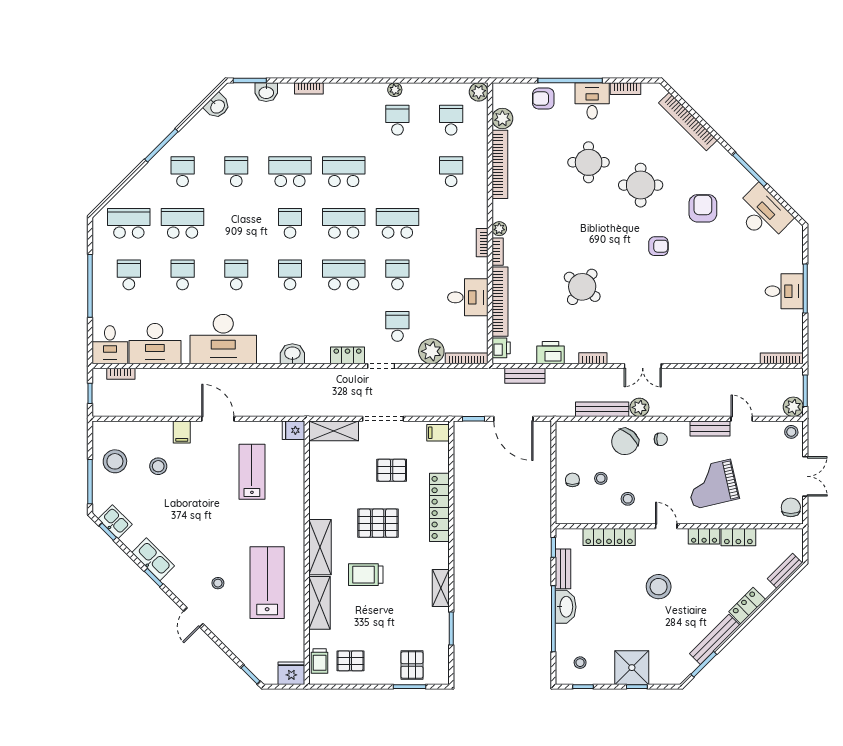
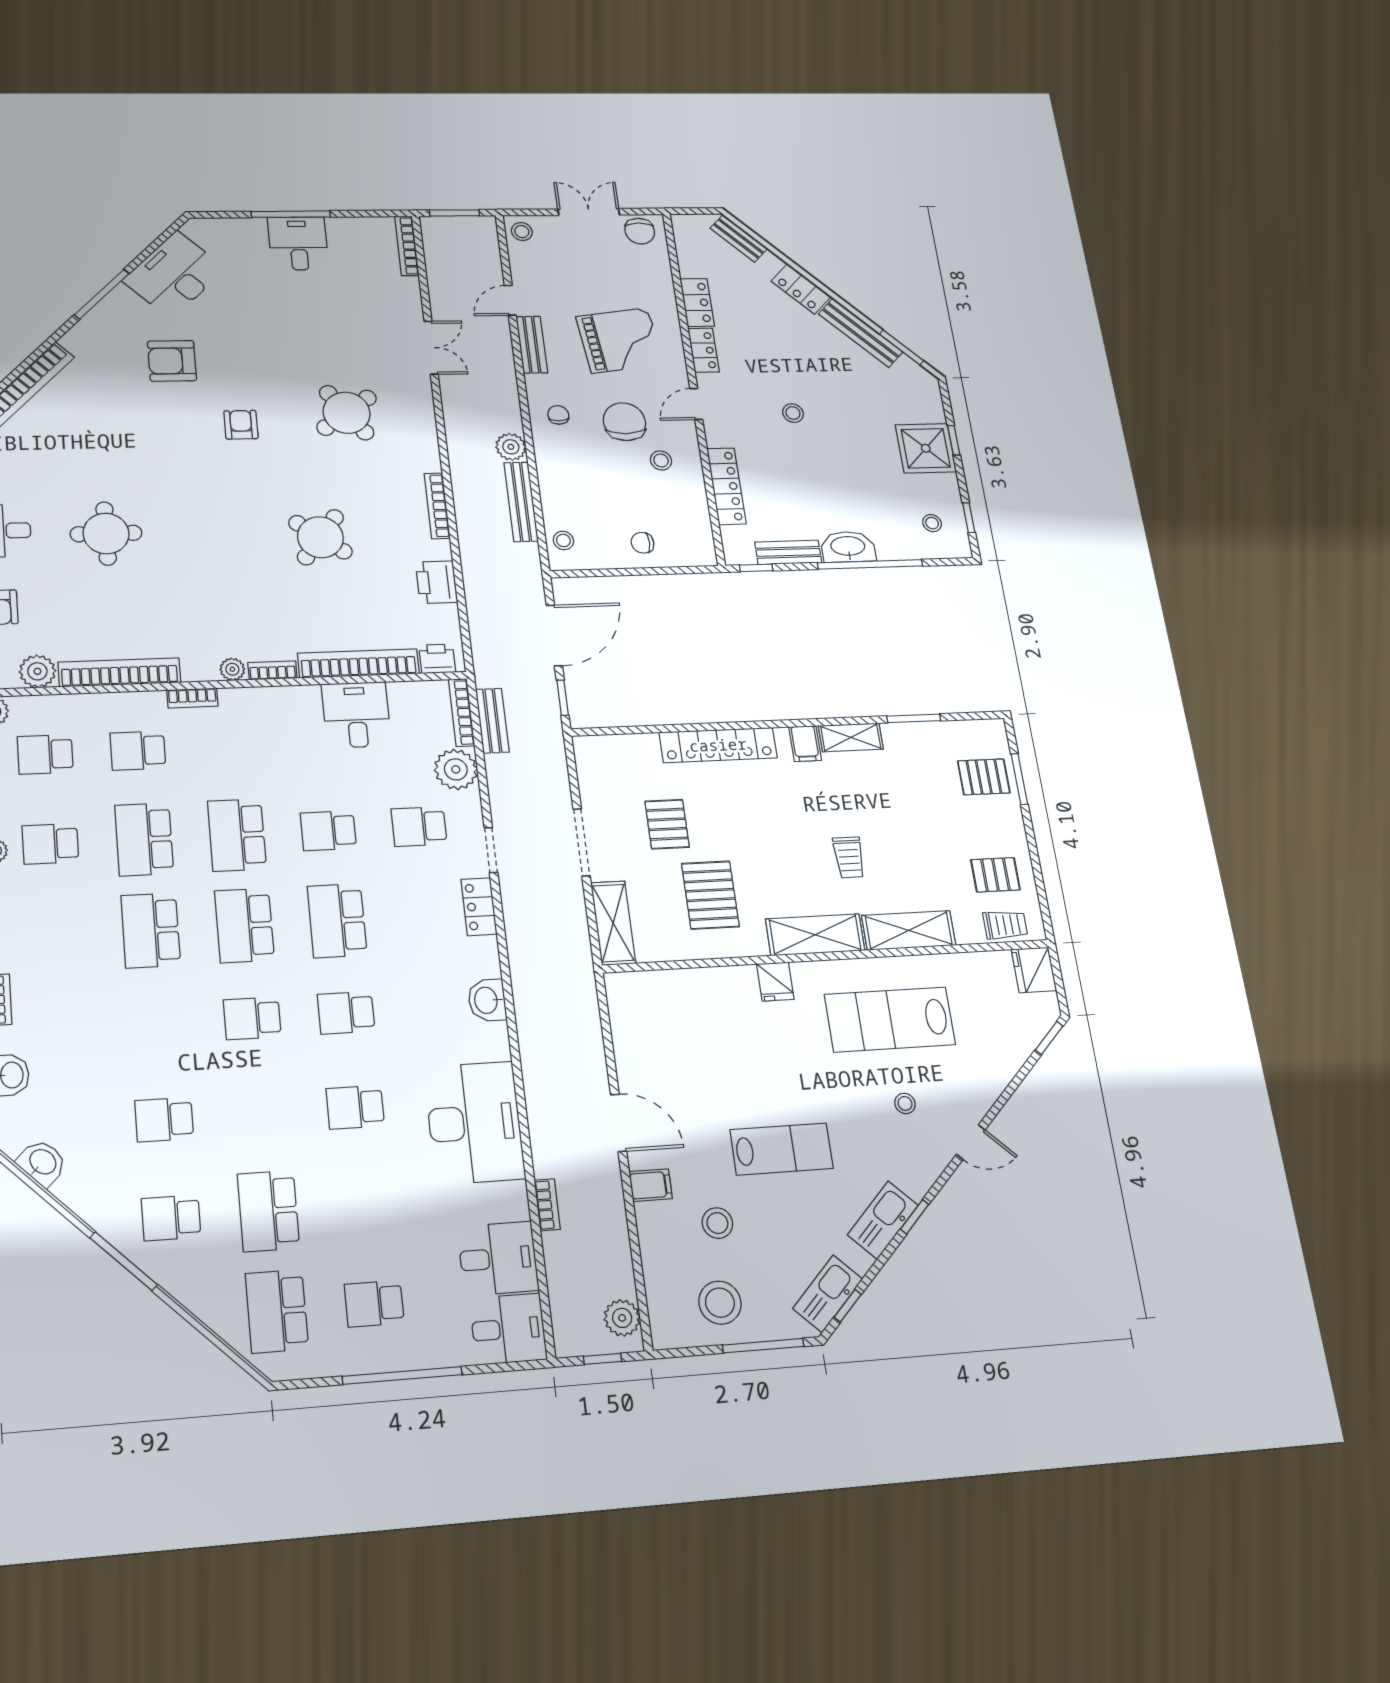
school desk: (290, 172) -> (144, 839), moved
round table: (641, 185) -> (347, 413), moved, turned -36
bookcase: (482, 243) -> (192, 698), moved
school desk: (183, 275) -> (365, 1204), removed
desk: (155, 344) -> (498, 1258), width x0.73
bookcase: (593, 358) -> (437, 506), width x1.56
double door: (643, 366) -> (431, 348), moved
bookcase: (121, 374) -> (547, 1205), moved
bench: (525, 376) -> (492, 721), moved
plant: (793, 407) -> (622, 1318), moved
door: (218, 419) -> (619, 1123), swing flipped
fridge: (293, 430) -> (775, 982), moved
filing cabinet: (438, 433) -> (805, 744), moved
chair: (625, 442) -> (624, 422), moved, turned -132
lab bench: (252, 472) -> (782, 1149), moved, turned 180
stool: (601, 478) -> (563, 540), moved
grand piano: (712, 484) -> (620, 340), turned -84
chair: (791, 507) -> (640, 231), turned -90
kitchen sink: (115, 522) -> (828, 1294), width x1.38
pallet: (378, 523) -> (710, 895), moved
trolley: (366, 575) -> (849, 857), width x0.73, depth x0.72
stool: (659, 587) -> (793, 413), width x0.53, depth x0.53
pallet: (350, 661) -> (995, 875), turned 90

